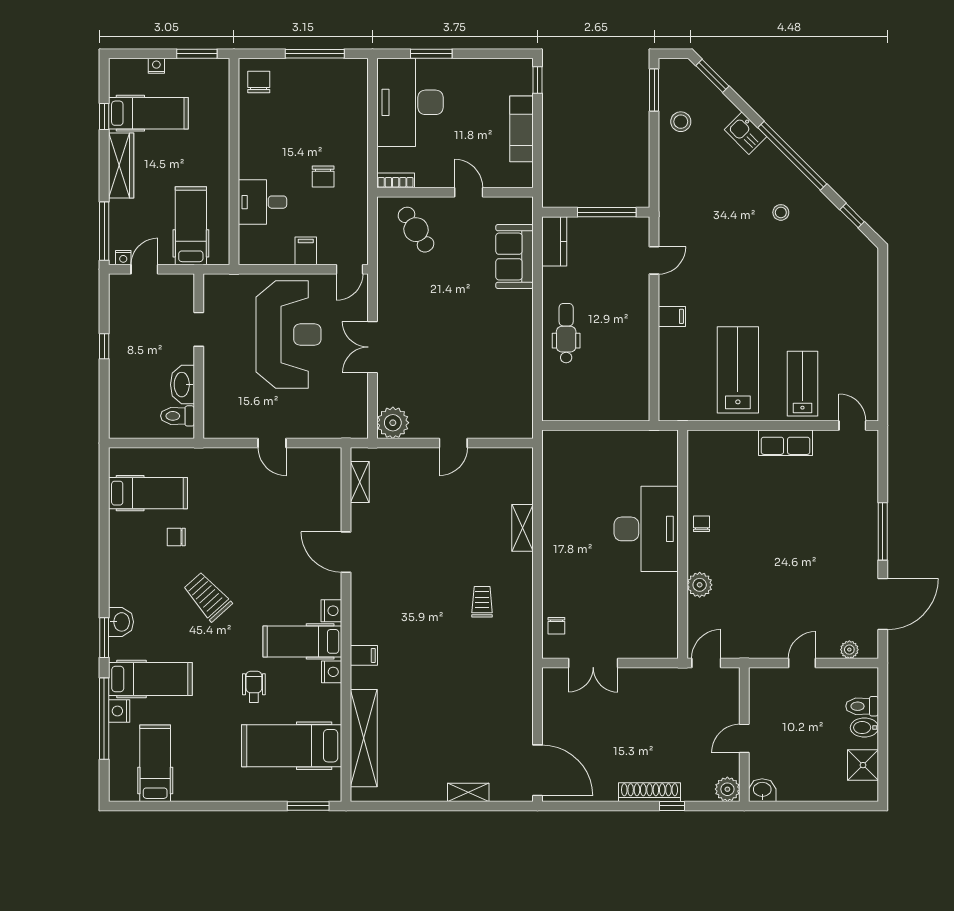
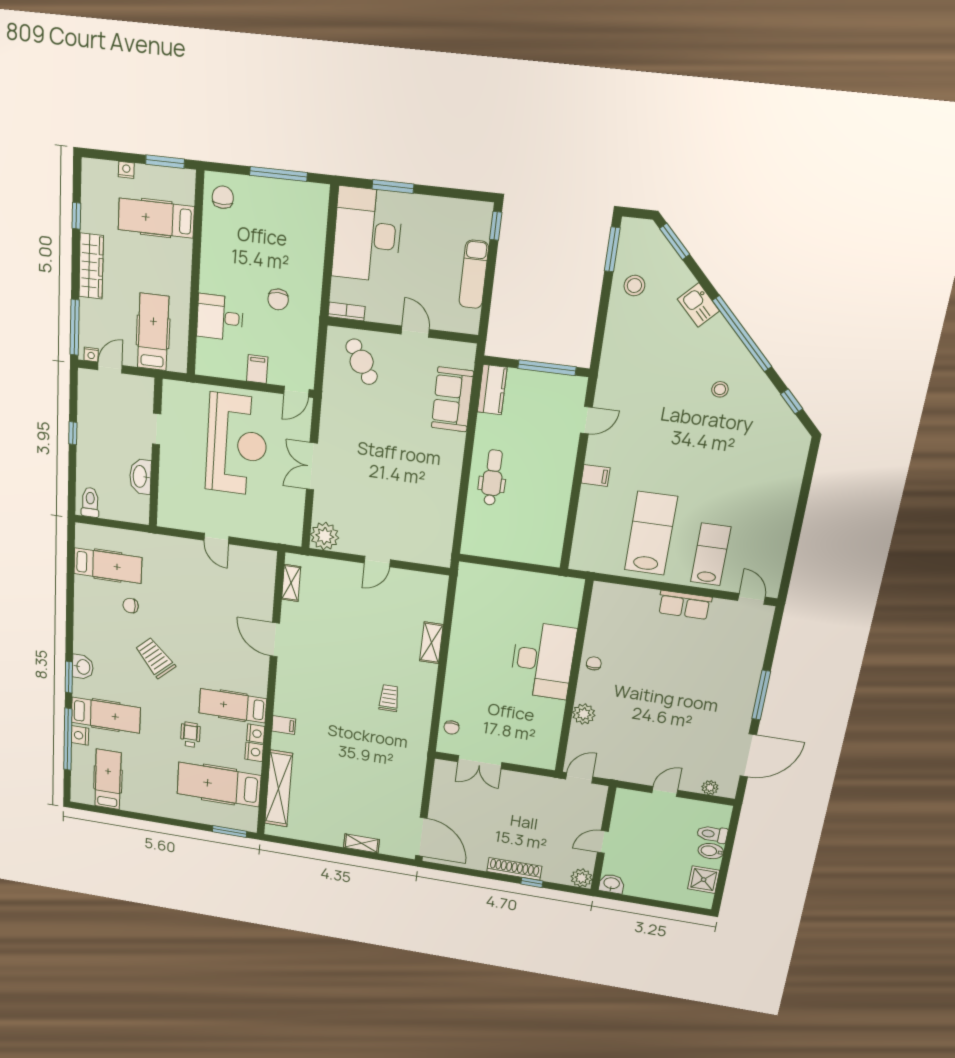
hospital bed: (148, 113) -> (156, 218), moved, turned 180
toilet: (177, 416) -> (90, 502), moved, turned 90
nightstand: (331, 611) -> (254, 752), moved

